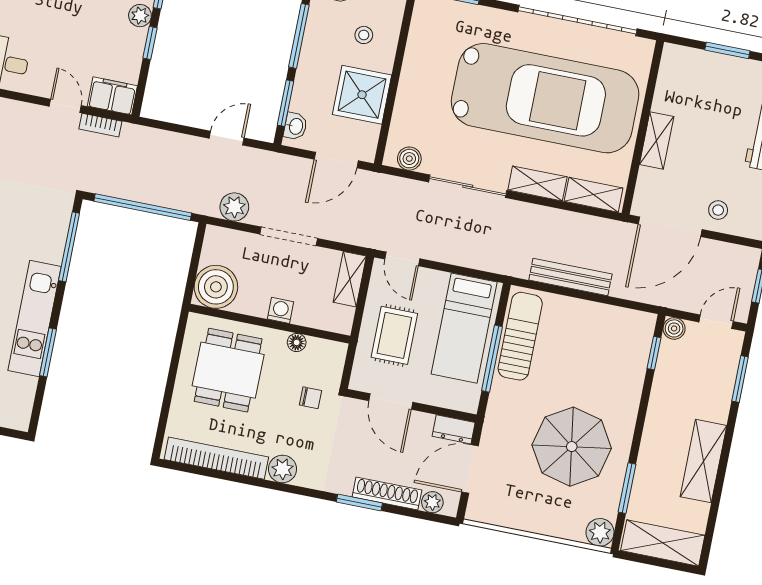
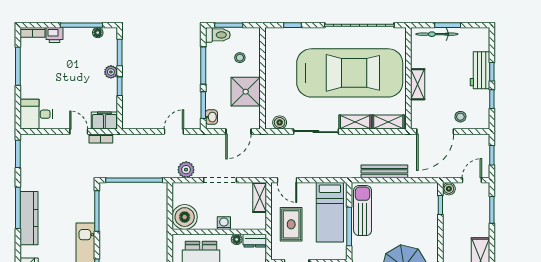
bicycle: (706, 62) -> (437, 34), added
dresser: (327, 351) -> (255, 241), added

